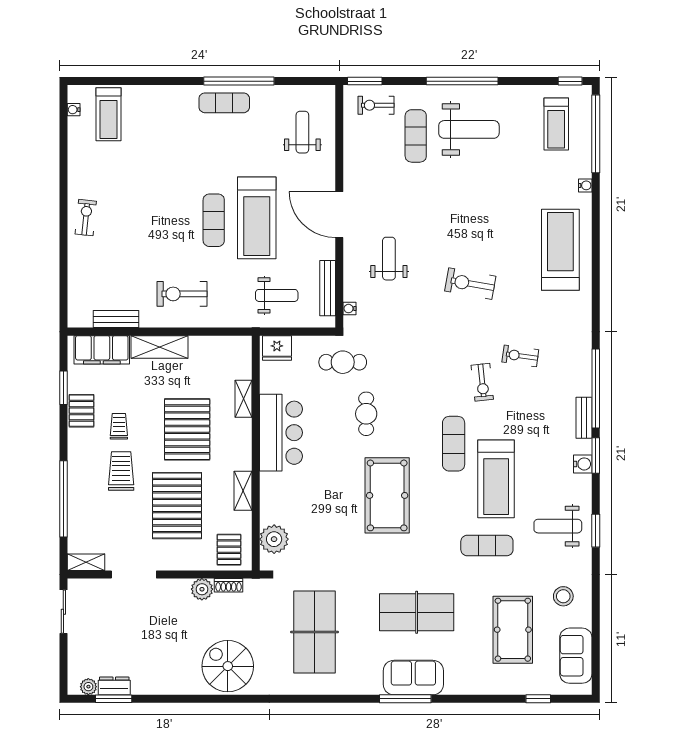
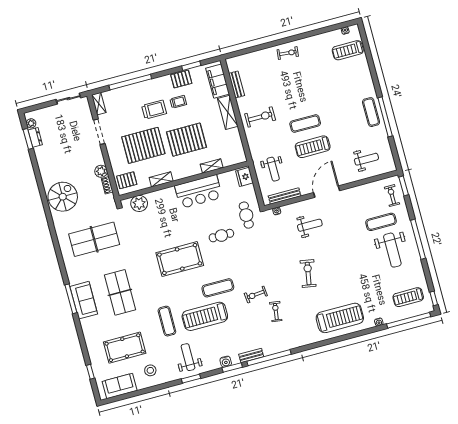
treadmill: (257, 218) -> (313, 147), width x0.73, depth x0.73
exercise bike: (182, 294) -> (260, 117), turned 90

